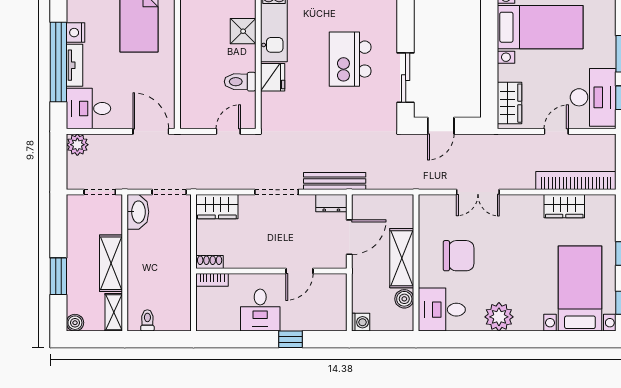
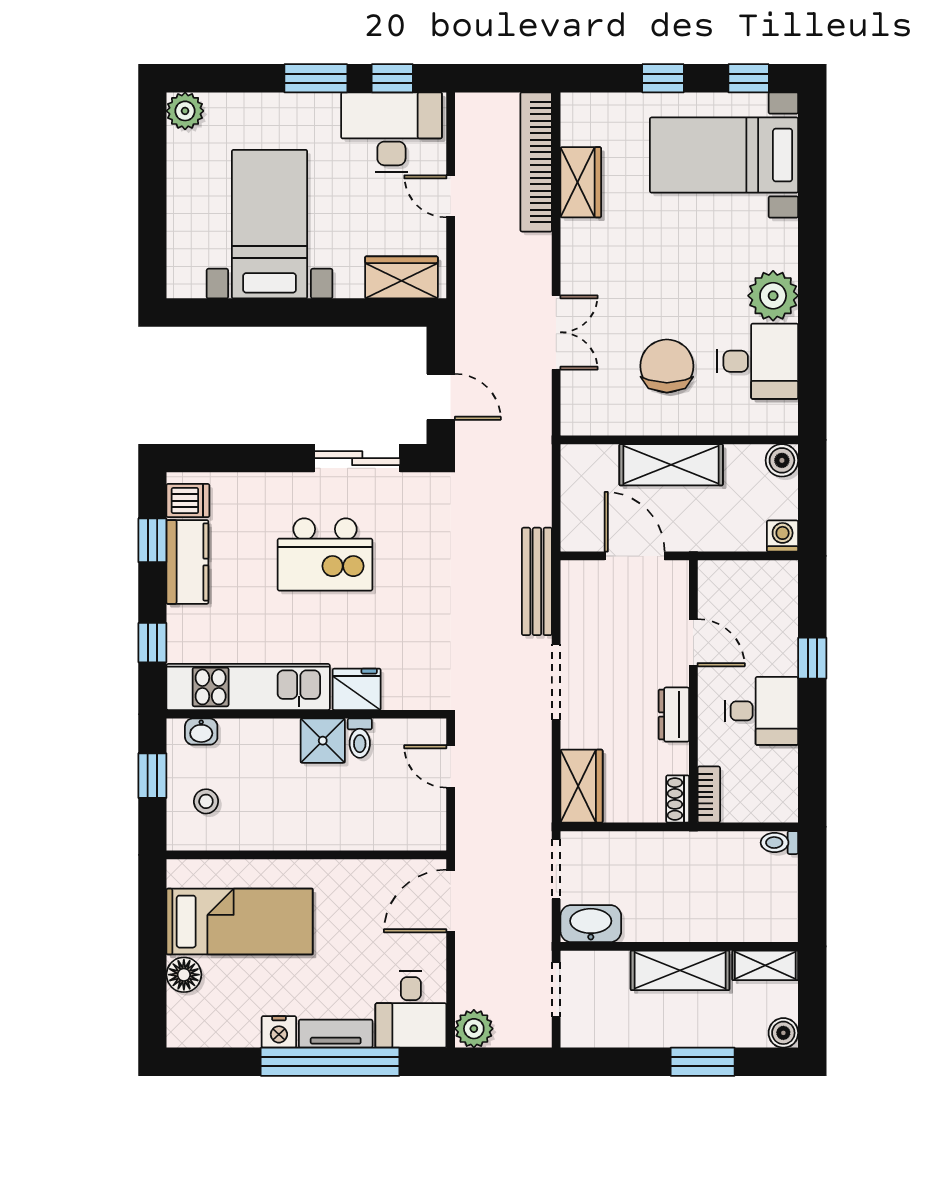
shower: (243, 31) -> (323, 741), moved
toilet: (240, 82) -> (360, 738), width x0.73, depth x0.72
dresser: (331, 203) -> (674, 715), moved, turned 180
boiler: (404, 299) -> (782, 460), moved
desk: (442, 310) -> (758, 361), moved, turned -90
toilet: (147, 320) -> (779, 843), moved

